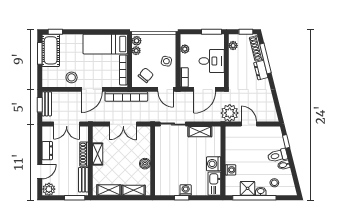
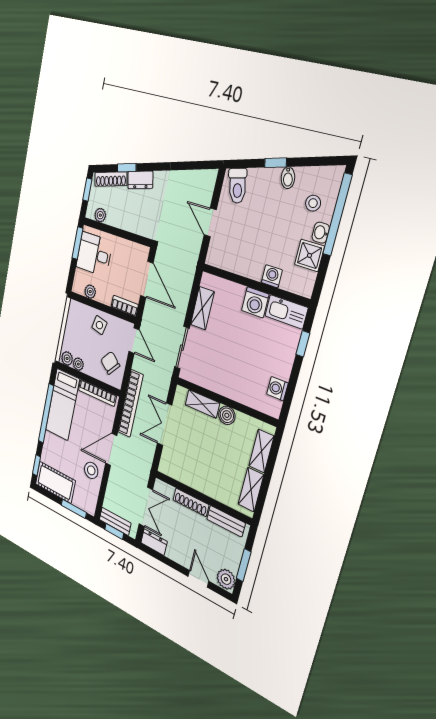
window: (94, 32) -> (46, 413), added
window: (40, 53) -> (74, 509), moved
window: (265, 58) -> (127, 168), width x0.46
desk: (212, 61) -> (94, 254), moved, turned -90
door: (92, 89) -> (111, 449), swing flipped
door: (166, 89) -> (134, 341), hinge flipped
plant: (230, 113) -> (187, 250), removed
double door: (123, 124) -> (165, 424), swing flipped
door: (249, 124) -> (210, 222), hinge flipped
window: (286, 141) -> (276, 163), moved
dresser: (47, 151) -> (154, 542), moved
shelving: (98, 154) -> (202, 404), moved
toilet: (278, 156) -> (237, 186), moved
washing machine: (186, 190) -> (277, 389), moved
window: (75, 198) -> (244, 565), moved
window: (182, 198) -> (303, 344), moved
window: (254, 198) -> (337, 215), moved

